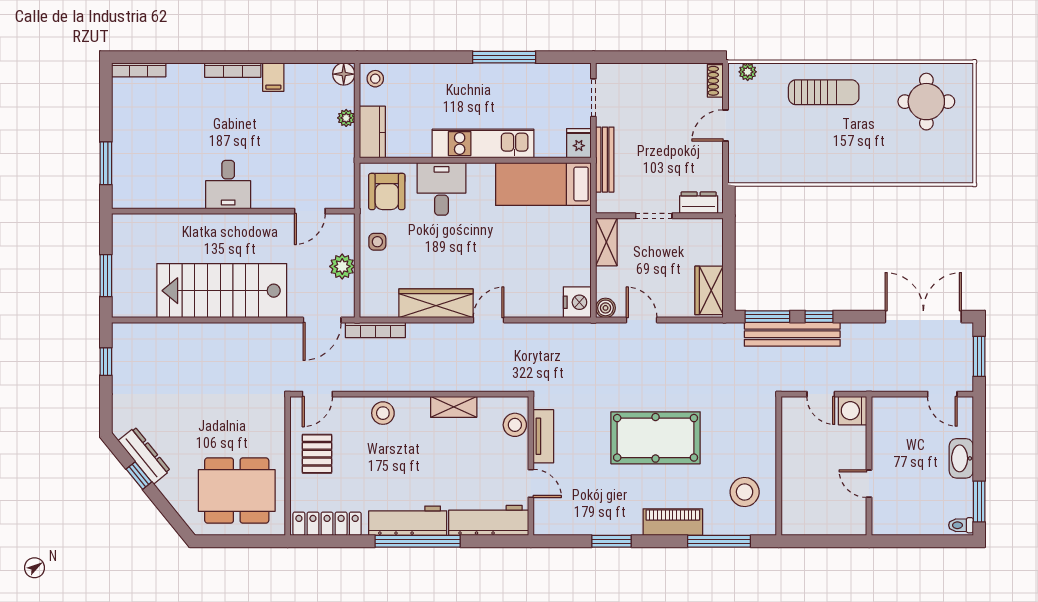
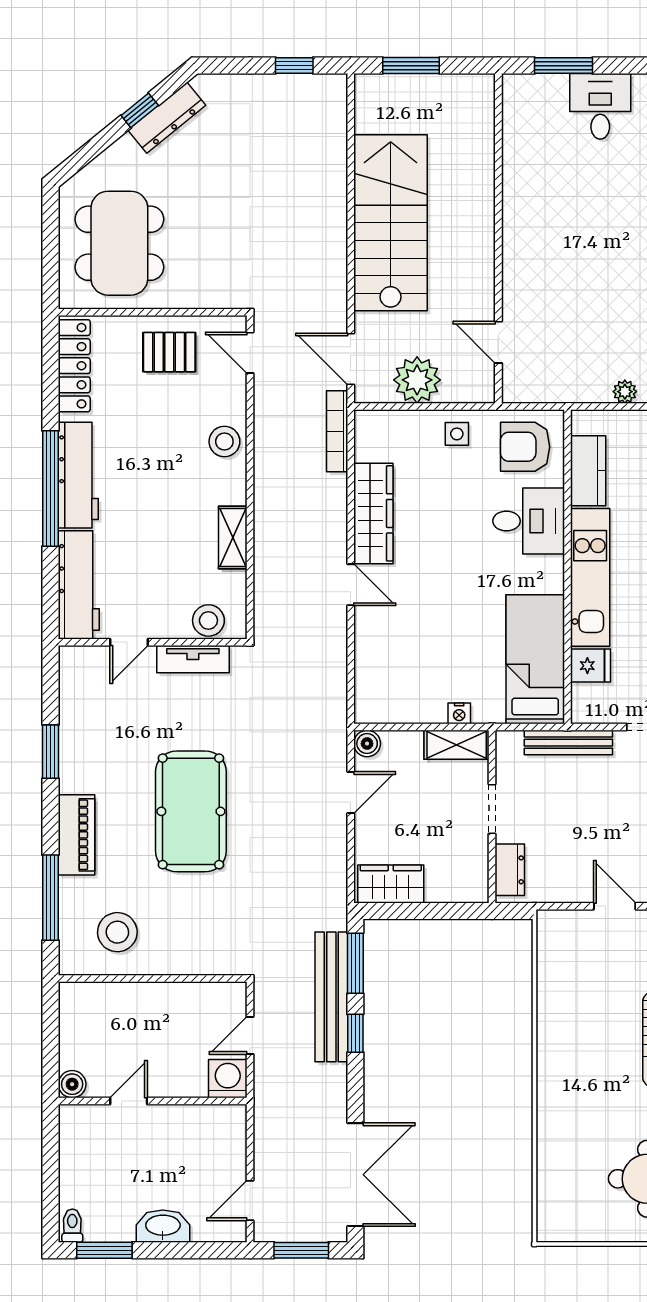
kitchen counter: (372, 132) -> (588, 471), moved, turned -90
fridge: (579, 143) -> (591, 666), moved
desk: (228, 185) -> (600, 106), moved, turned 90
plant: (342, 266) -> (417, 380), width x1.36, depth x1.36
nightstand: (577, 302) -> (459, 713), moved, width x0.53, depth x0.56
boiler: (857, 525) -> (72, 1084), added

